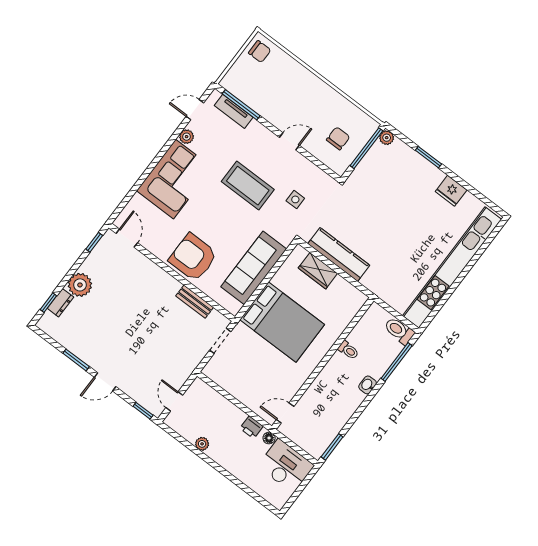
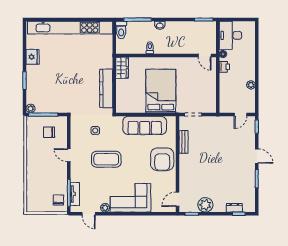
chair: (260, 52) -> (58, 200), moved
coffee table: (248, 186) -> (106, 159), turned 90
wardrobe: (318, 271) -> (122, 68), moved
plant: (80, 285) -> (205, 205), moved

